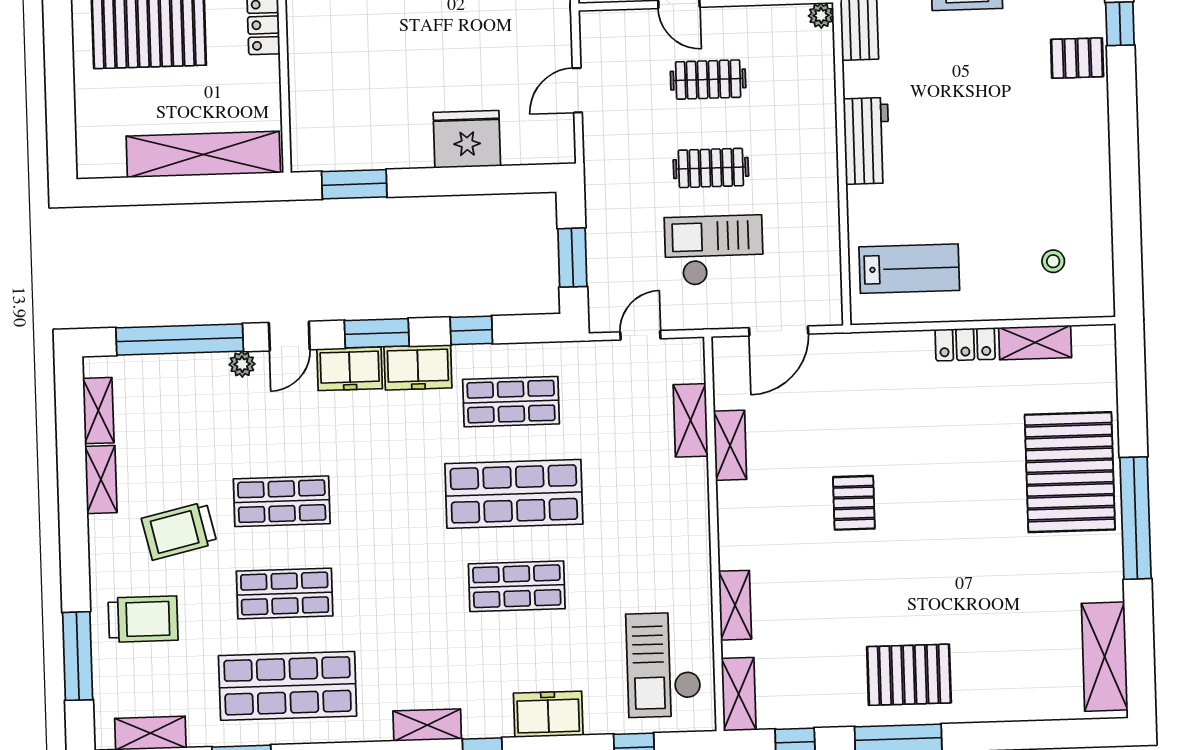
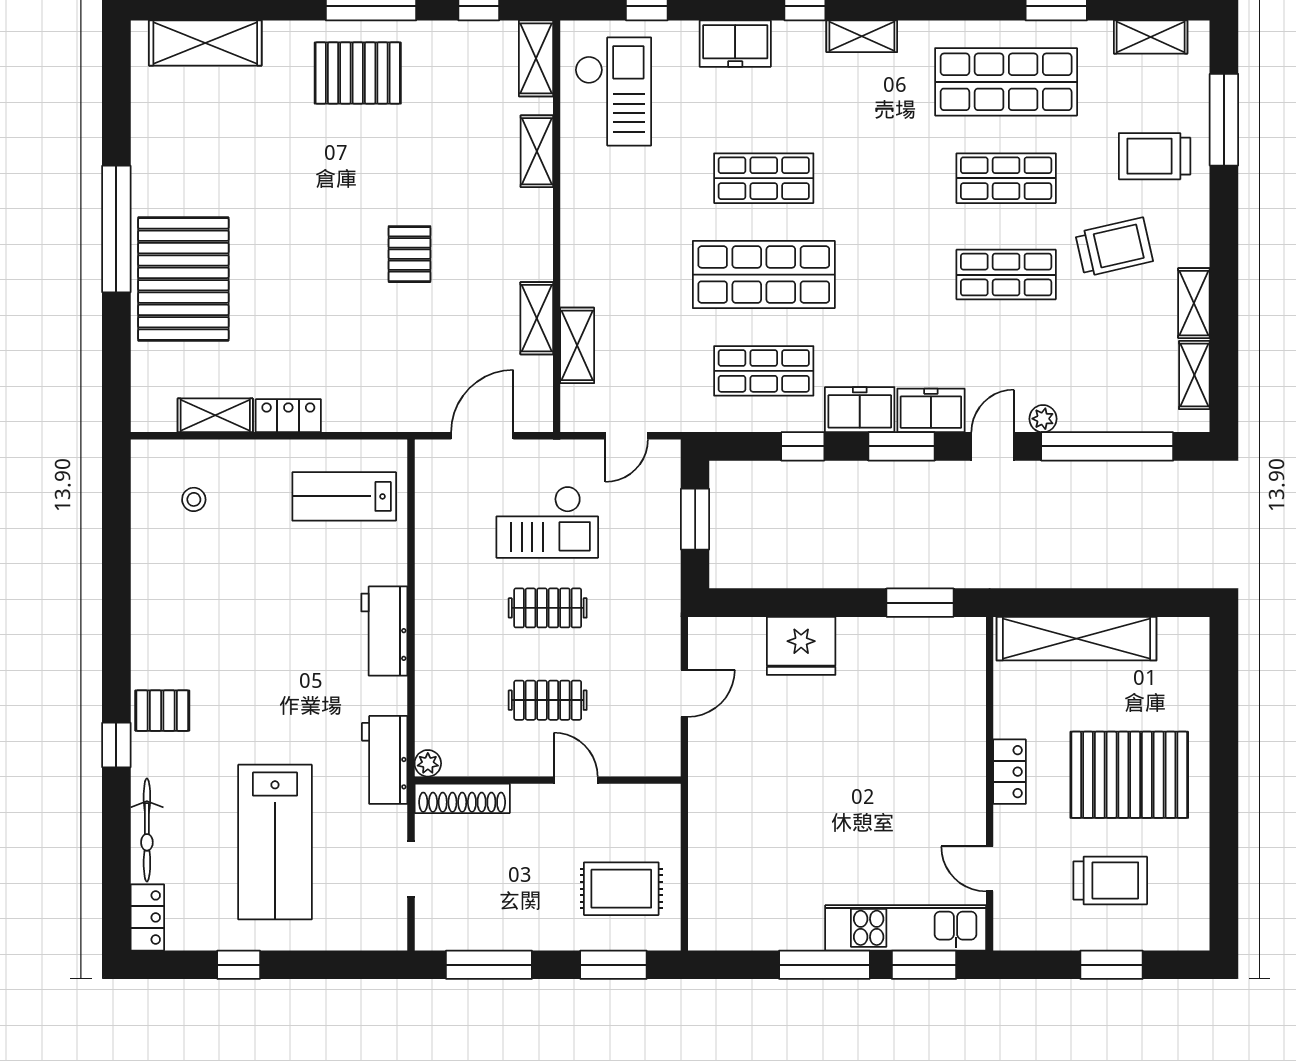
shelving: (1105, 657) -> (205, 43), moved, turned 90

